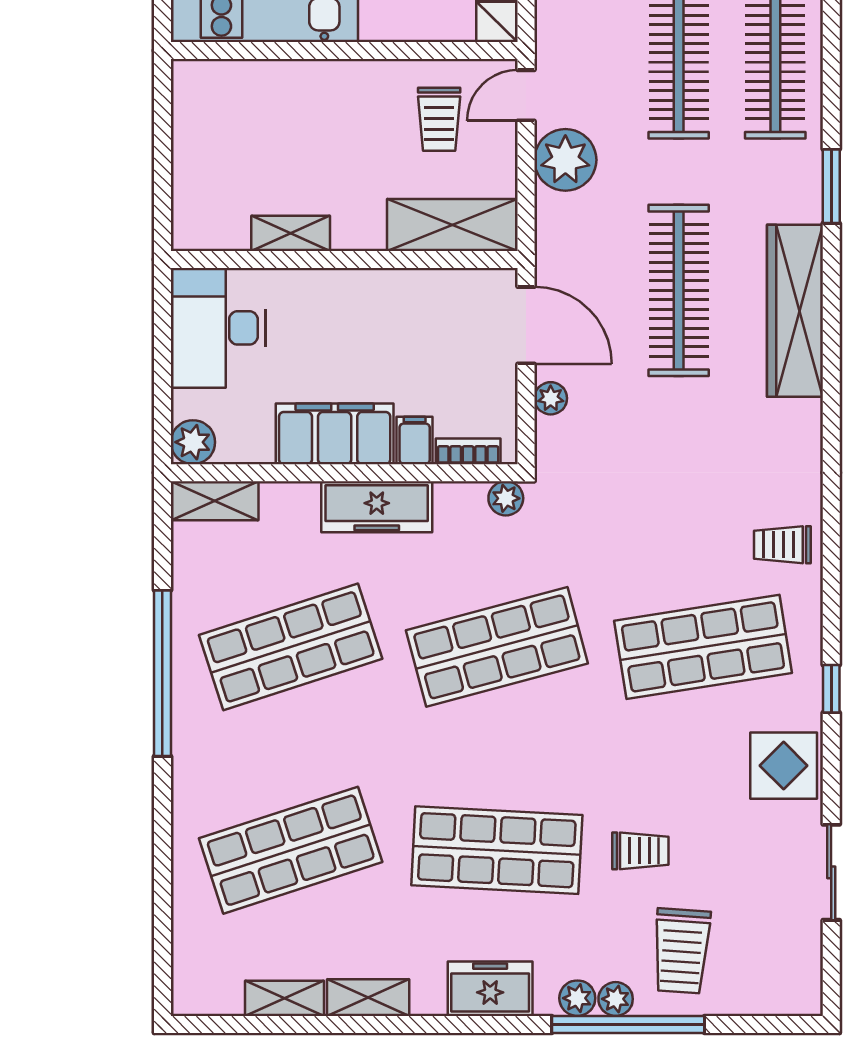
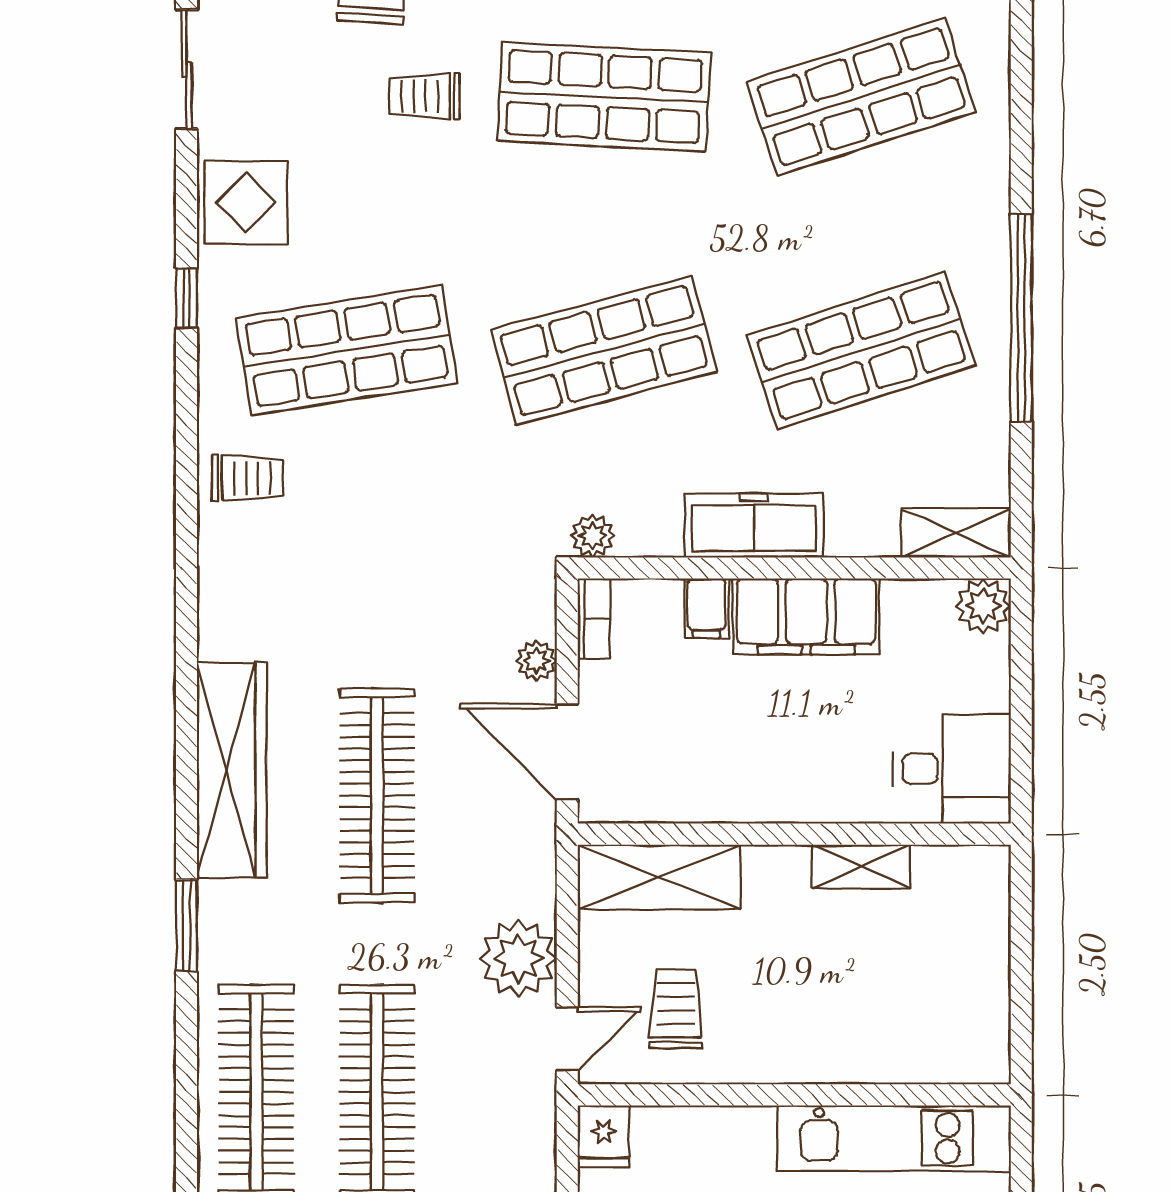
desk: (218, 328) -> (952, 769), width x0.73
bookcase: (468, 451) -> (594, 619), moved, turned -90

